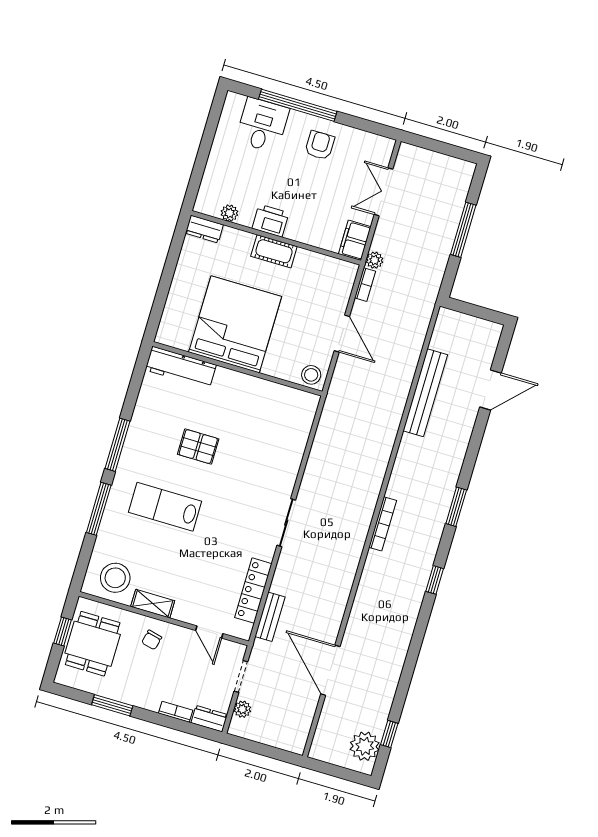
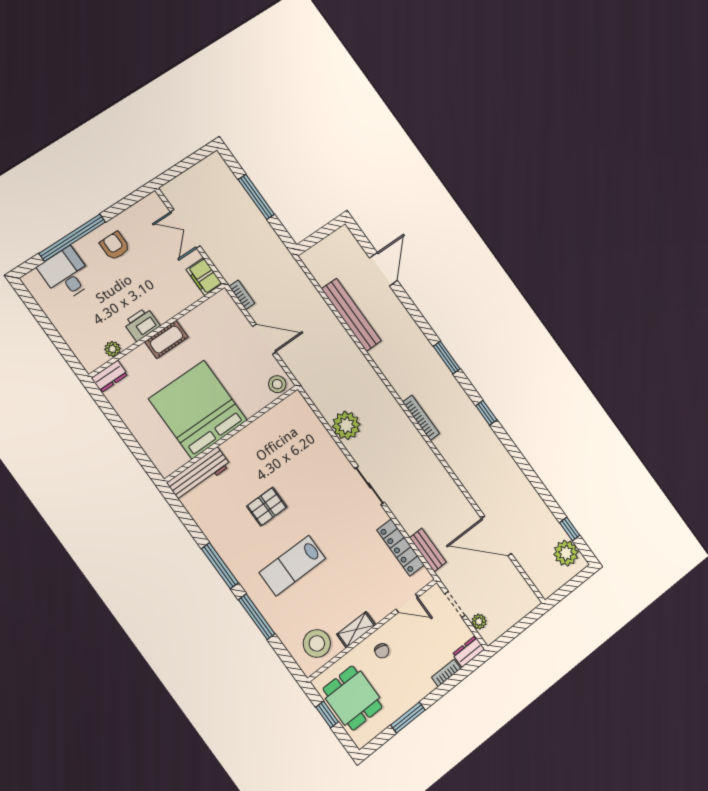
plant: (375, 260) -> (346, 425), moved, width x1.87, depth x1.87

